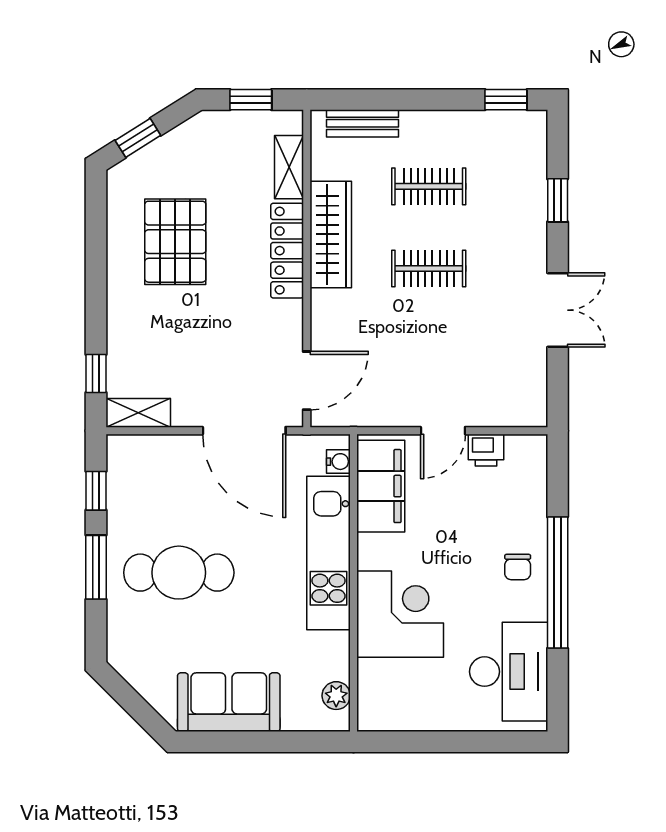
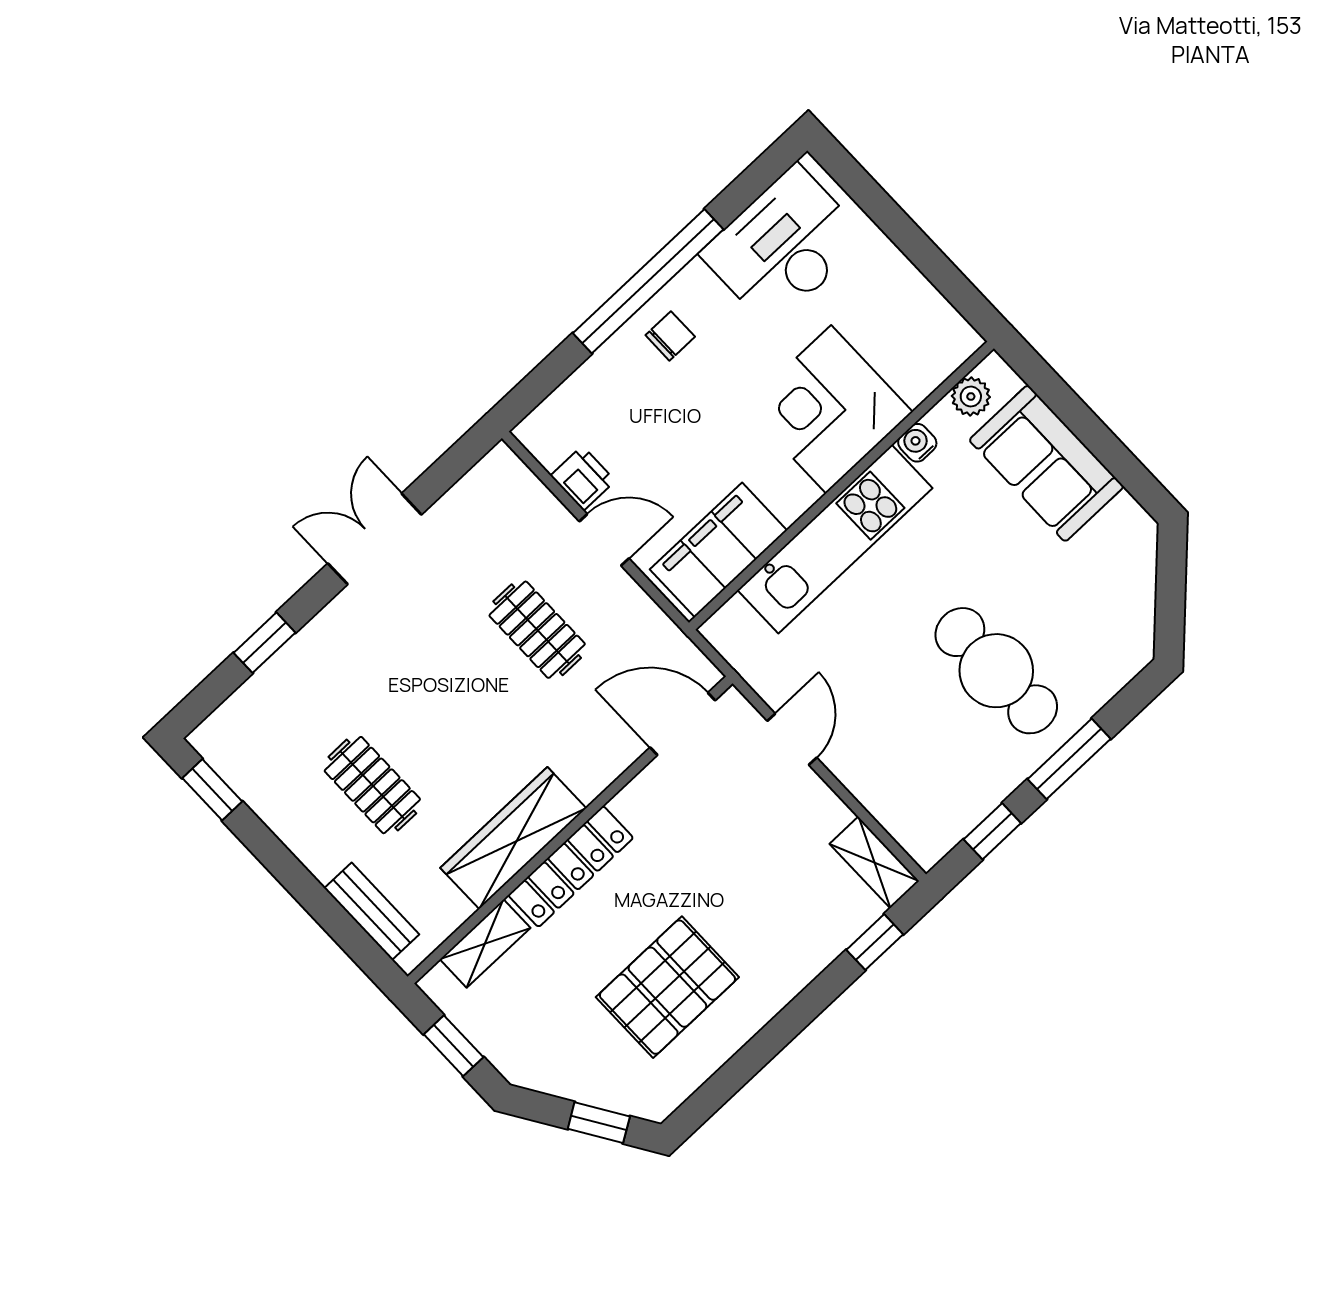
clothes rail: (429, 268) -> (537, 630), moved
door: (244, 431) -> (792, 739), width x0.53
water cooler: (338, 462) -> (917, 443), moved
sofa: (229, 702) -> (1046, 463), moved

